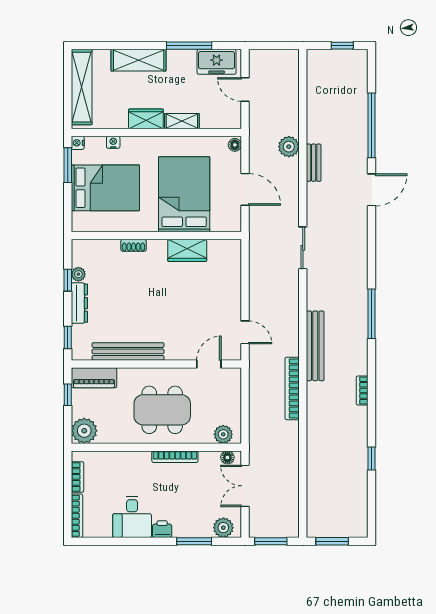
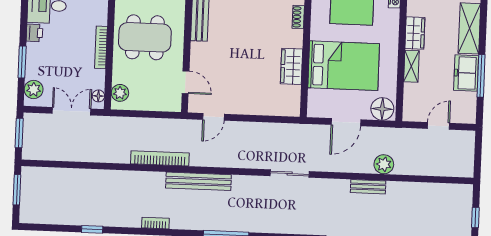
freezer: (217, 62) -> (466, 73), moved
floor lamp: (235, 145) -> (382, 109), width x1.89, depth x1.89
dining table: (162, 410) -> (145, 37), turned 90

